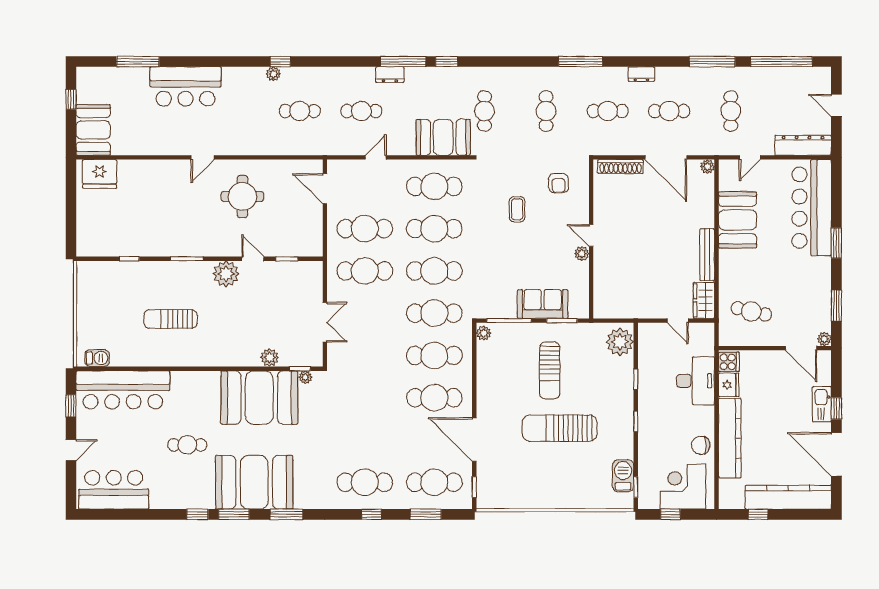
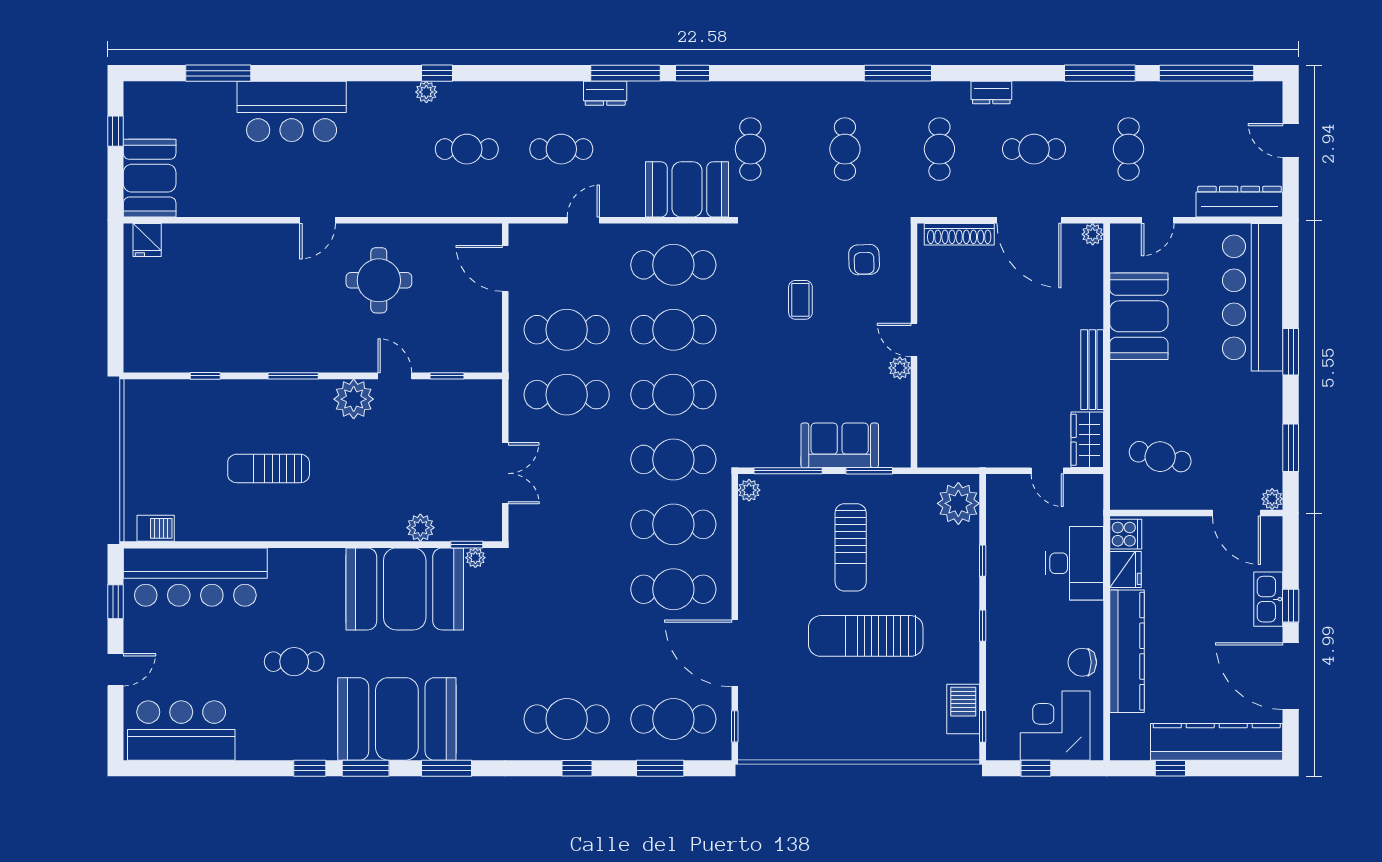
cafe table: (608, 111) -> (939, 149), turned 90
fridge: (100, 174) -> (147, 240), width x0.53, depth x0.75

